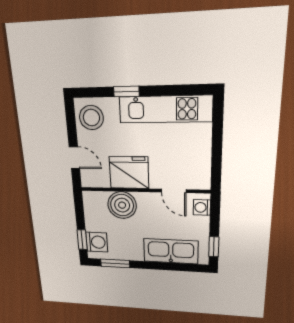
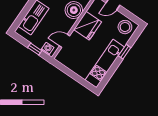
window: (214, 247) -> (35, 49), moved

